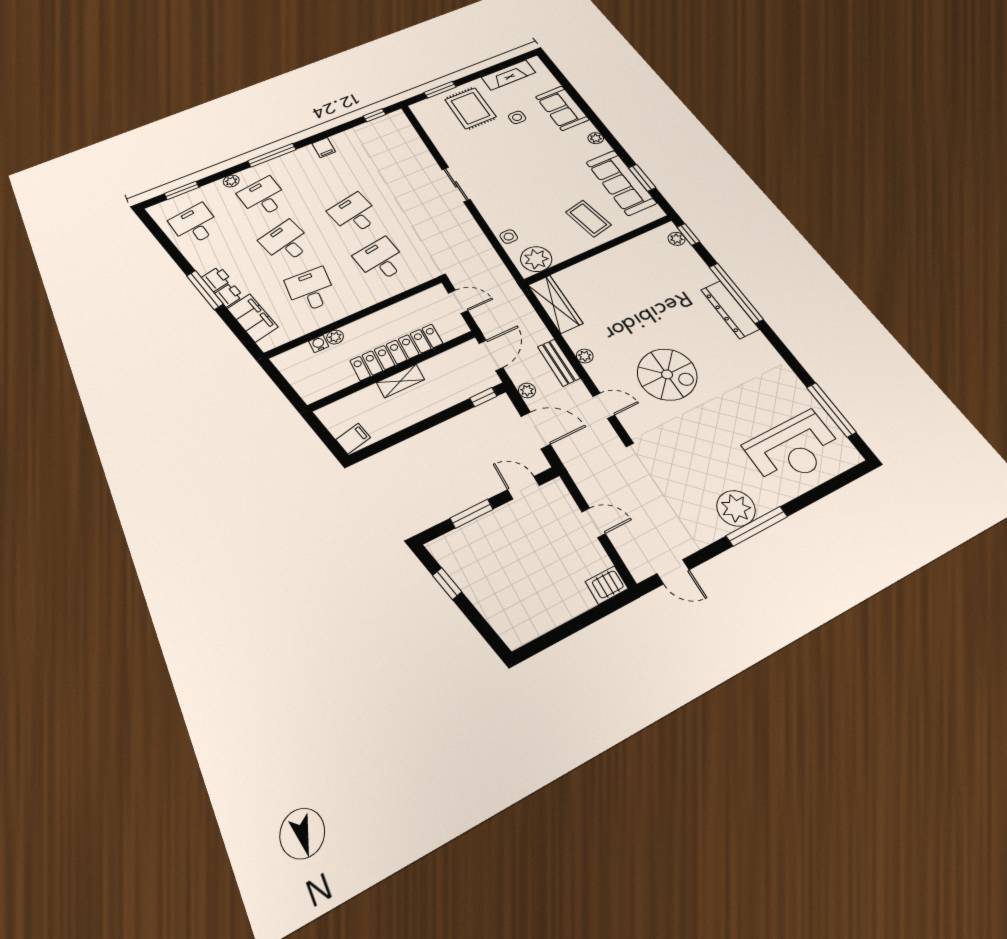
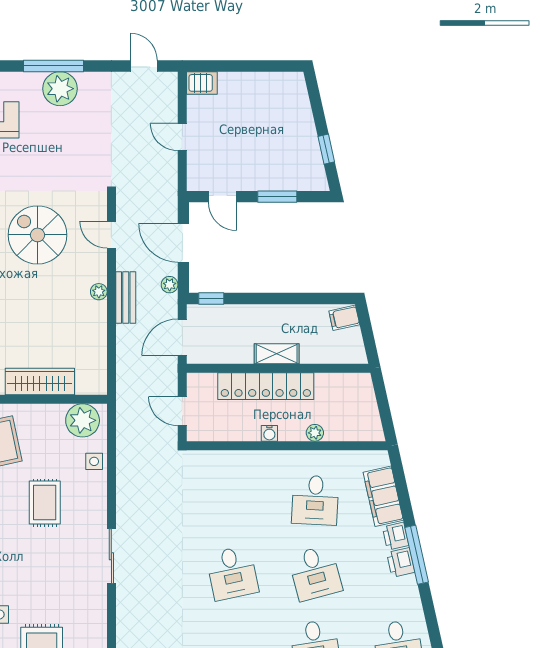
rug: (530, 195) -> (45, 503), added
desk: (381, 260) -> (232, 500), removed
wardrobe: (555, 304) -> (40, 381), moved, turned 90
water cooler: (319, 344) -> (269, 433), moved

